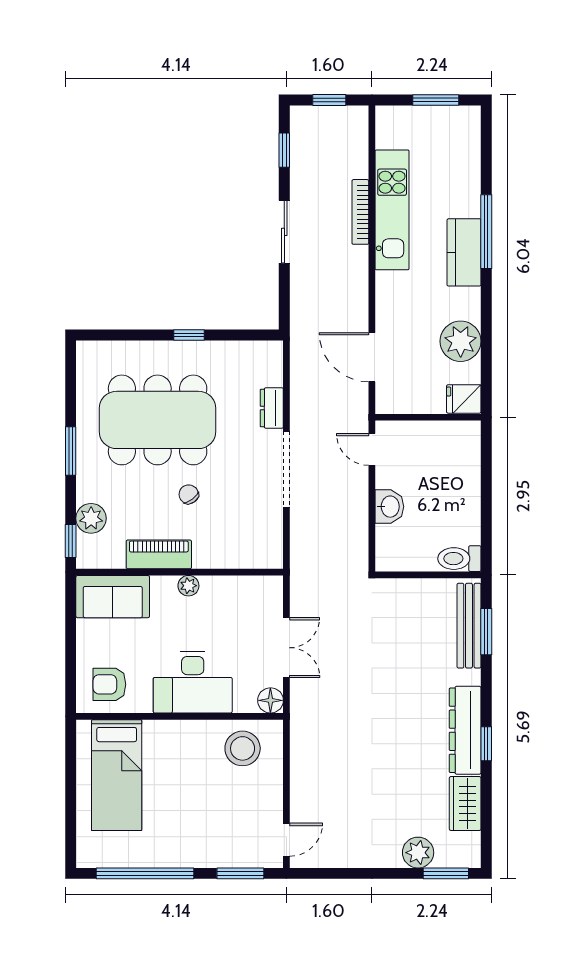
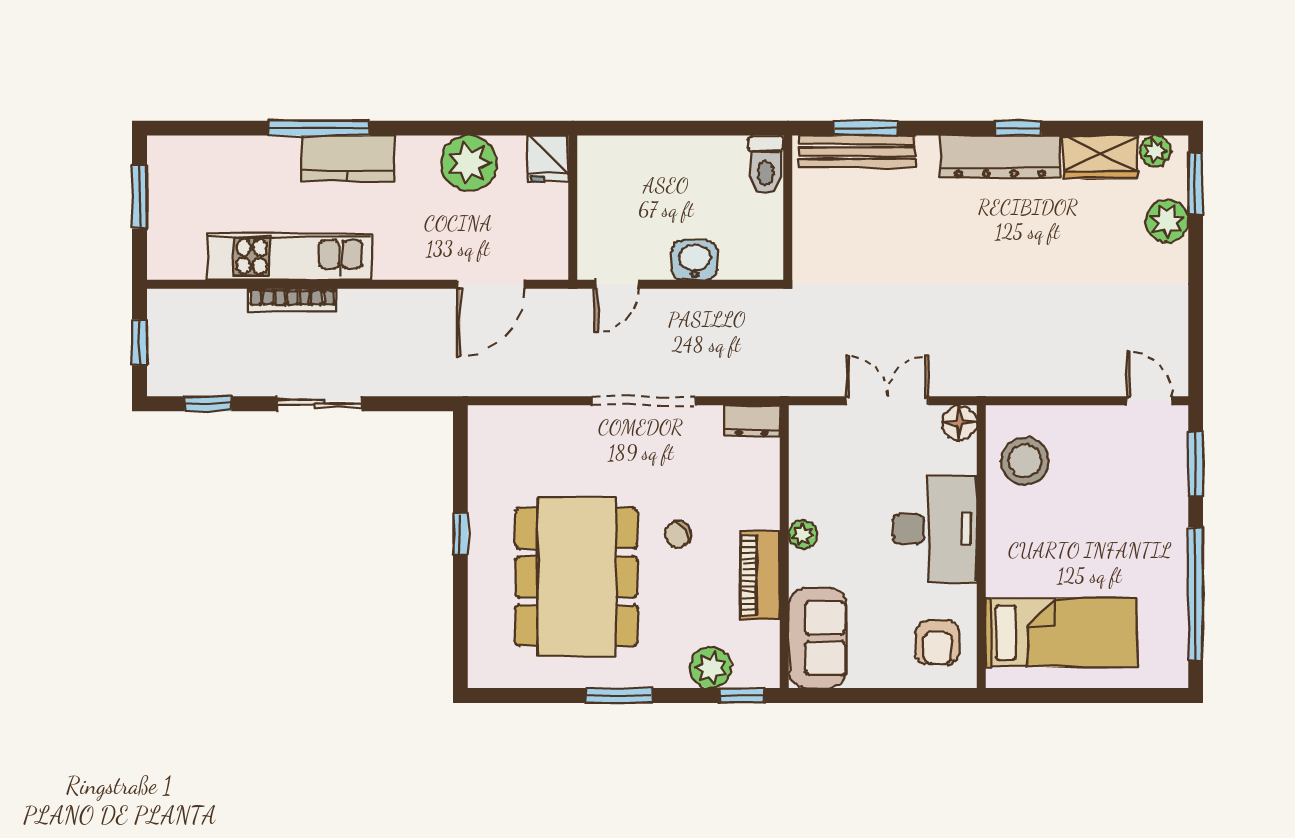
dresser: (272, 408) -> (752, 421), moved
plant: (470, 844) -> (1155, 151), added

